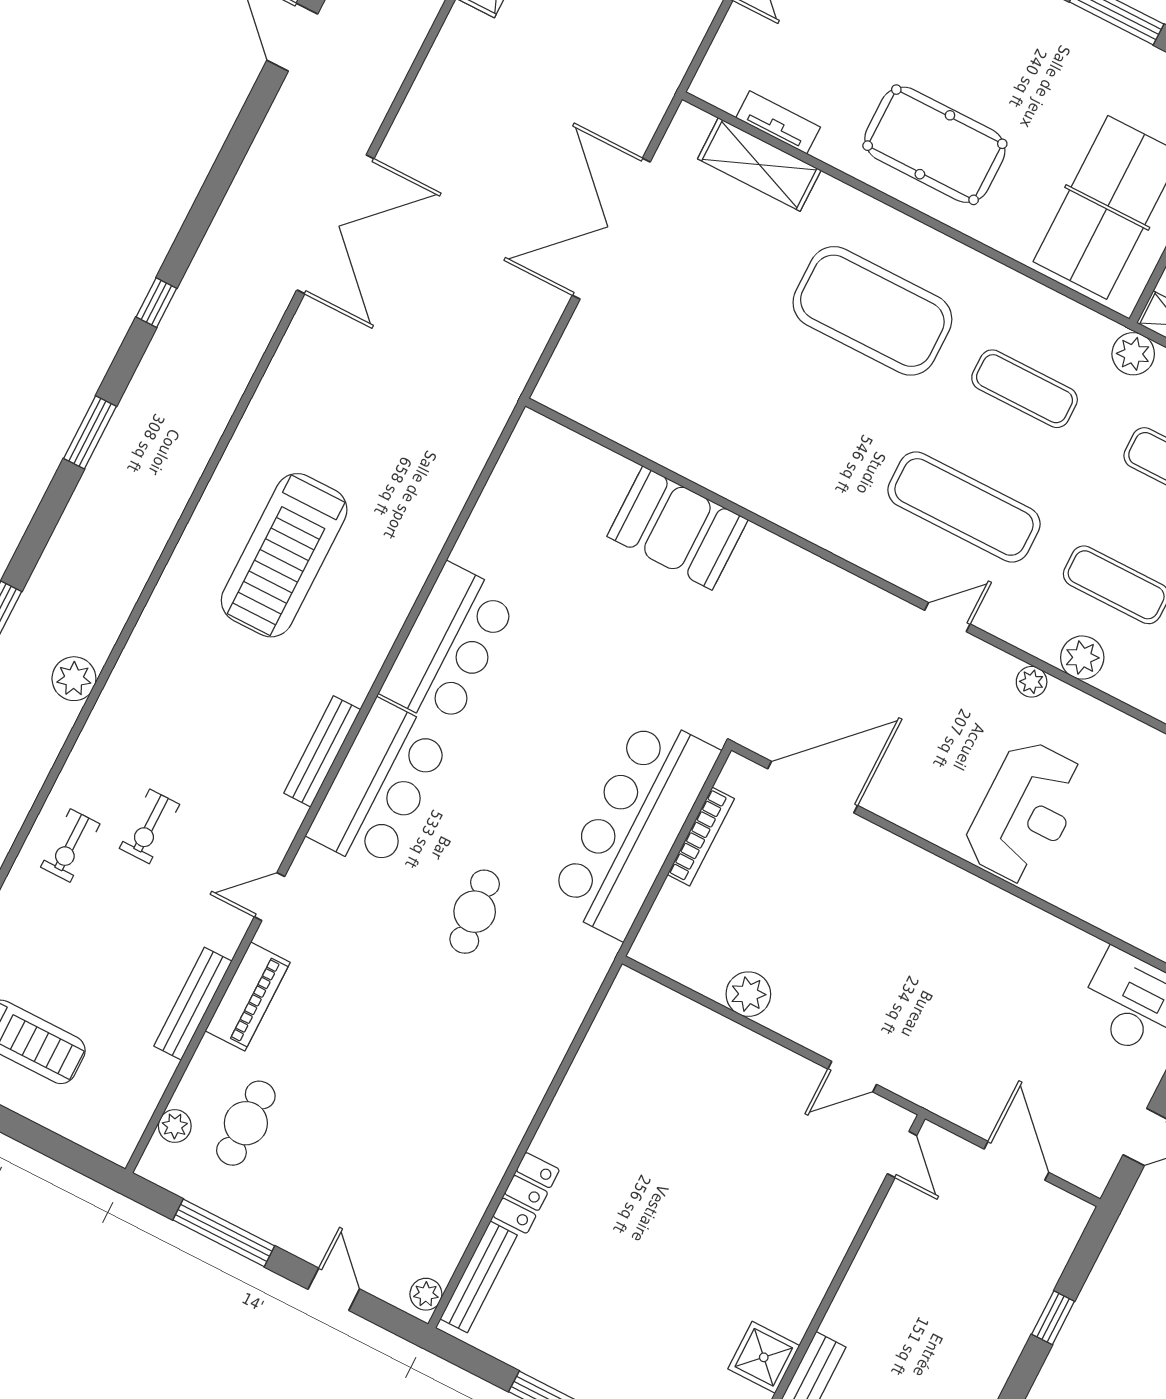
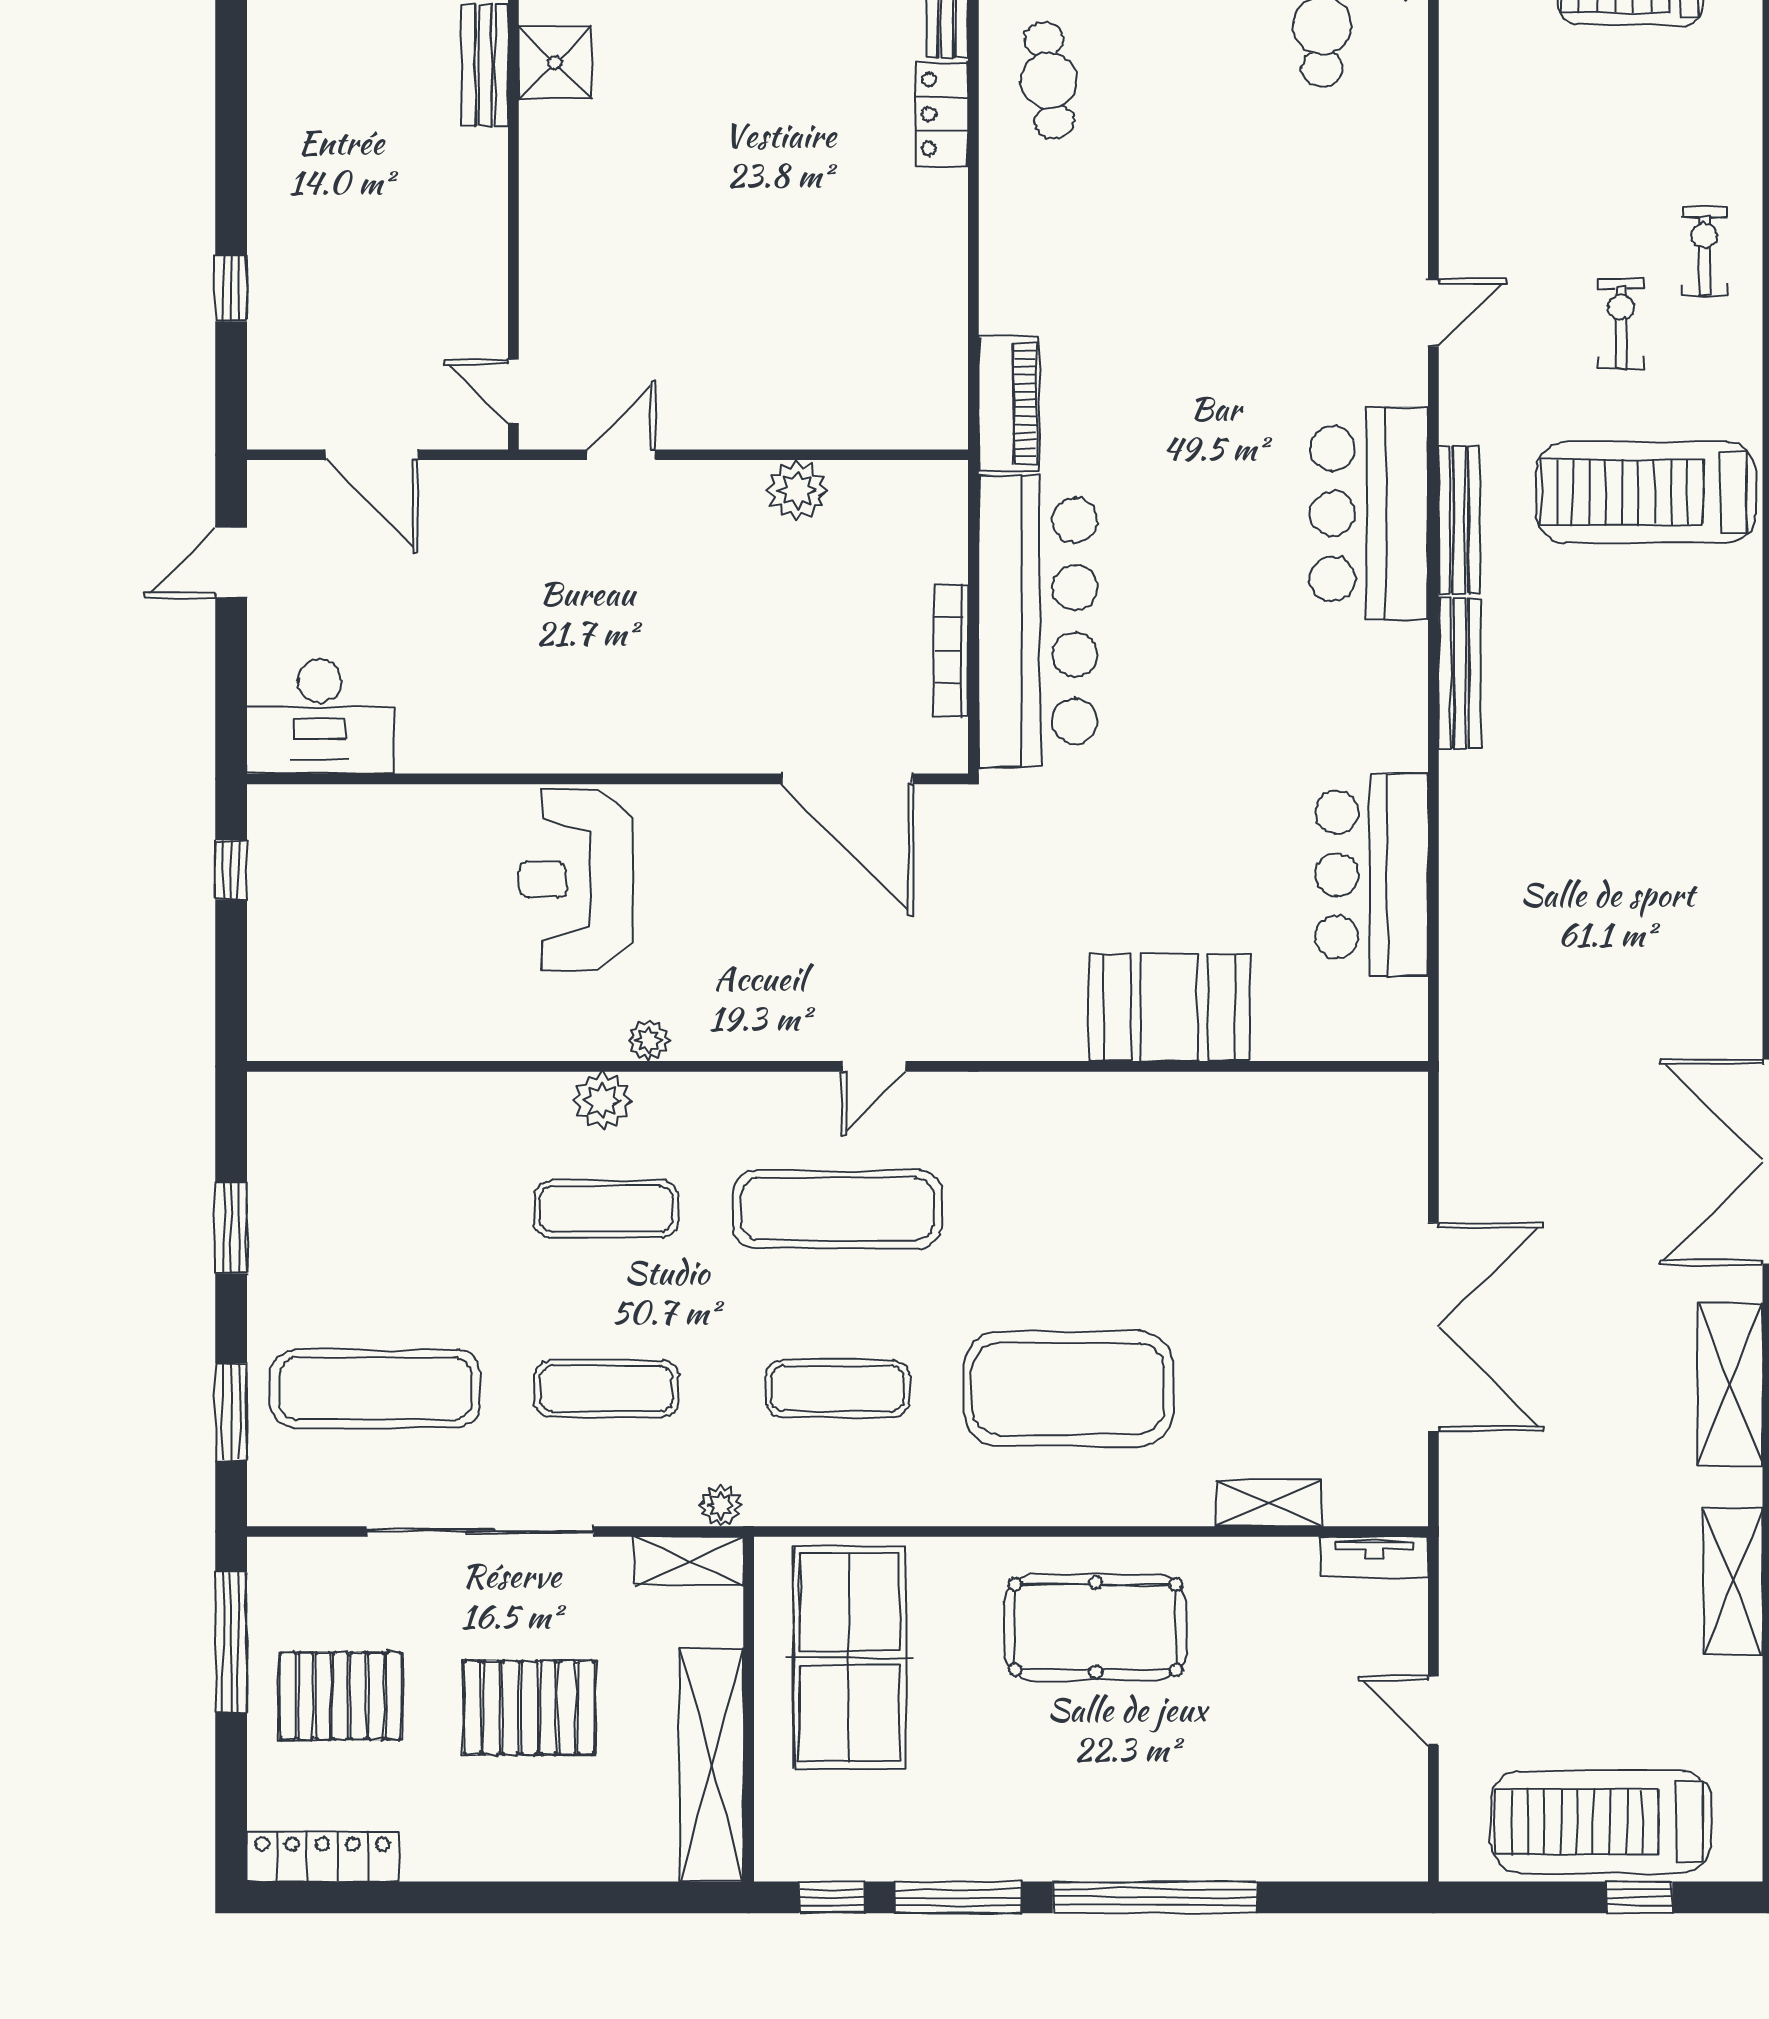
shelving: (435, 91) -> (1730, 1384), added
tv unit: (778, 122) -> (1374, 1557), moved
shelving: (759, 165) -> (1269, 1503), width x0.67, depth x0.75
plant: (1133, 354) -> (720, 1505), width x0.73, depth x0.73
treadmill: (284, 555) -> (1646, 493), moved, turned -90
door: (947, 617) -> (874, 1066), moved
bar counter: (449, 646) -> (1372, 875), moved
door: (813, 787) -> (847, 779), hinge flipped
cafe table: (475, 912) -> (1049, 80), moved
piano: (248, 997) -> (1009, 404), moved, turned 180
bench: (193, 1004) -> (1460, 673), moved

